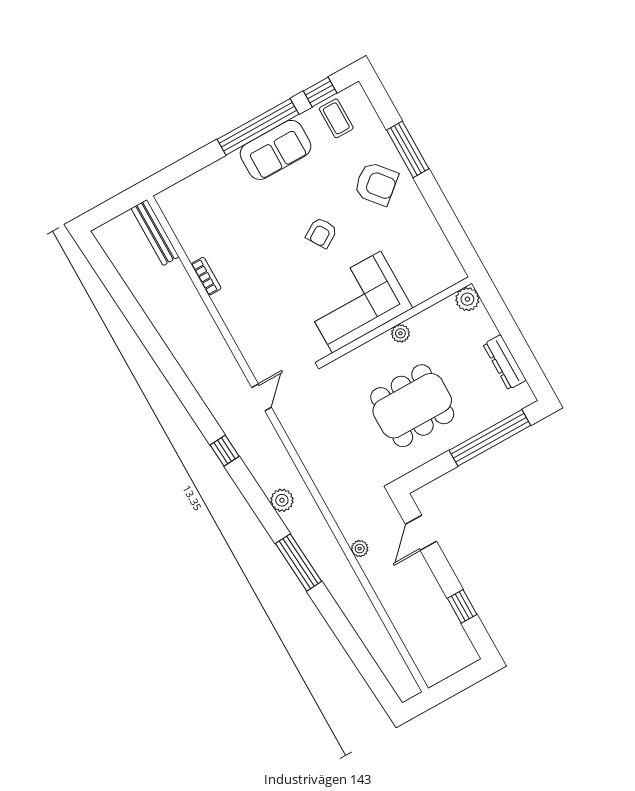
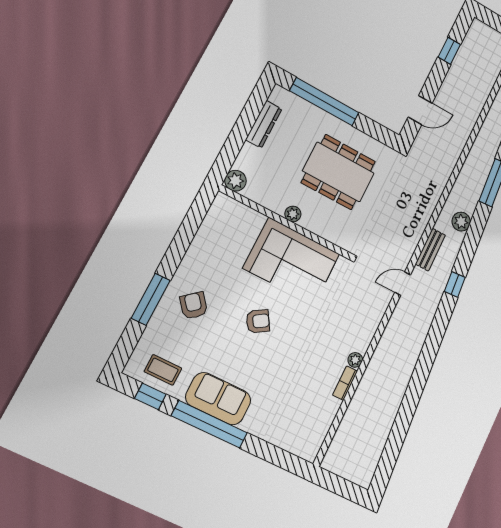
coffee table: (336, 118) -> (163, 370), turned 90
armchair: (376, 184) -> (194, 305), width x0.72, depth x0.72
bench: (155, 232) -> (430, 250), moved, width x0.73
plant: (360, 549) -> (355, 360), moved

